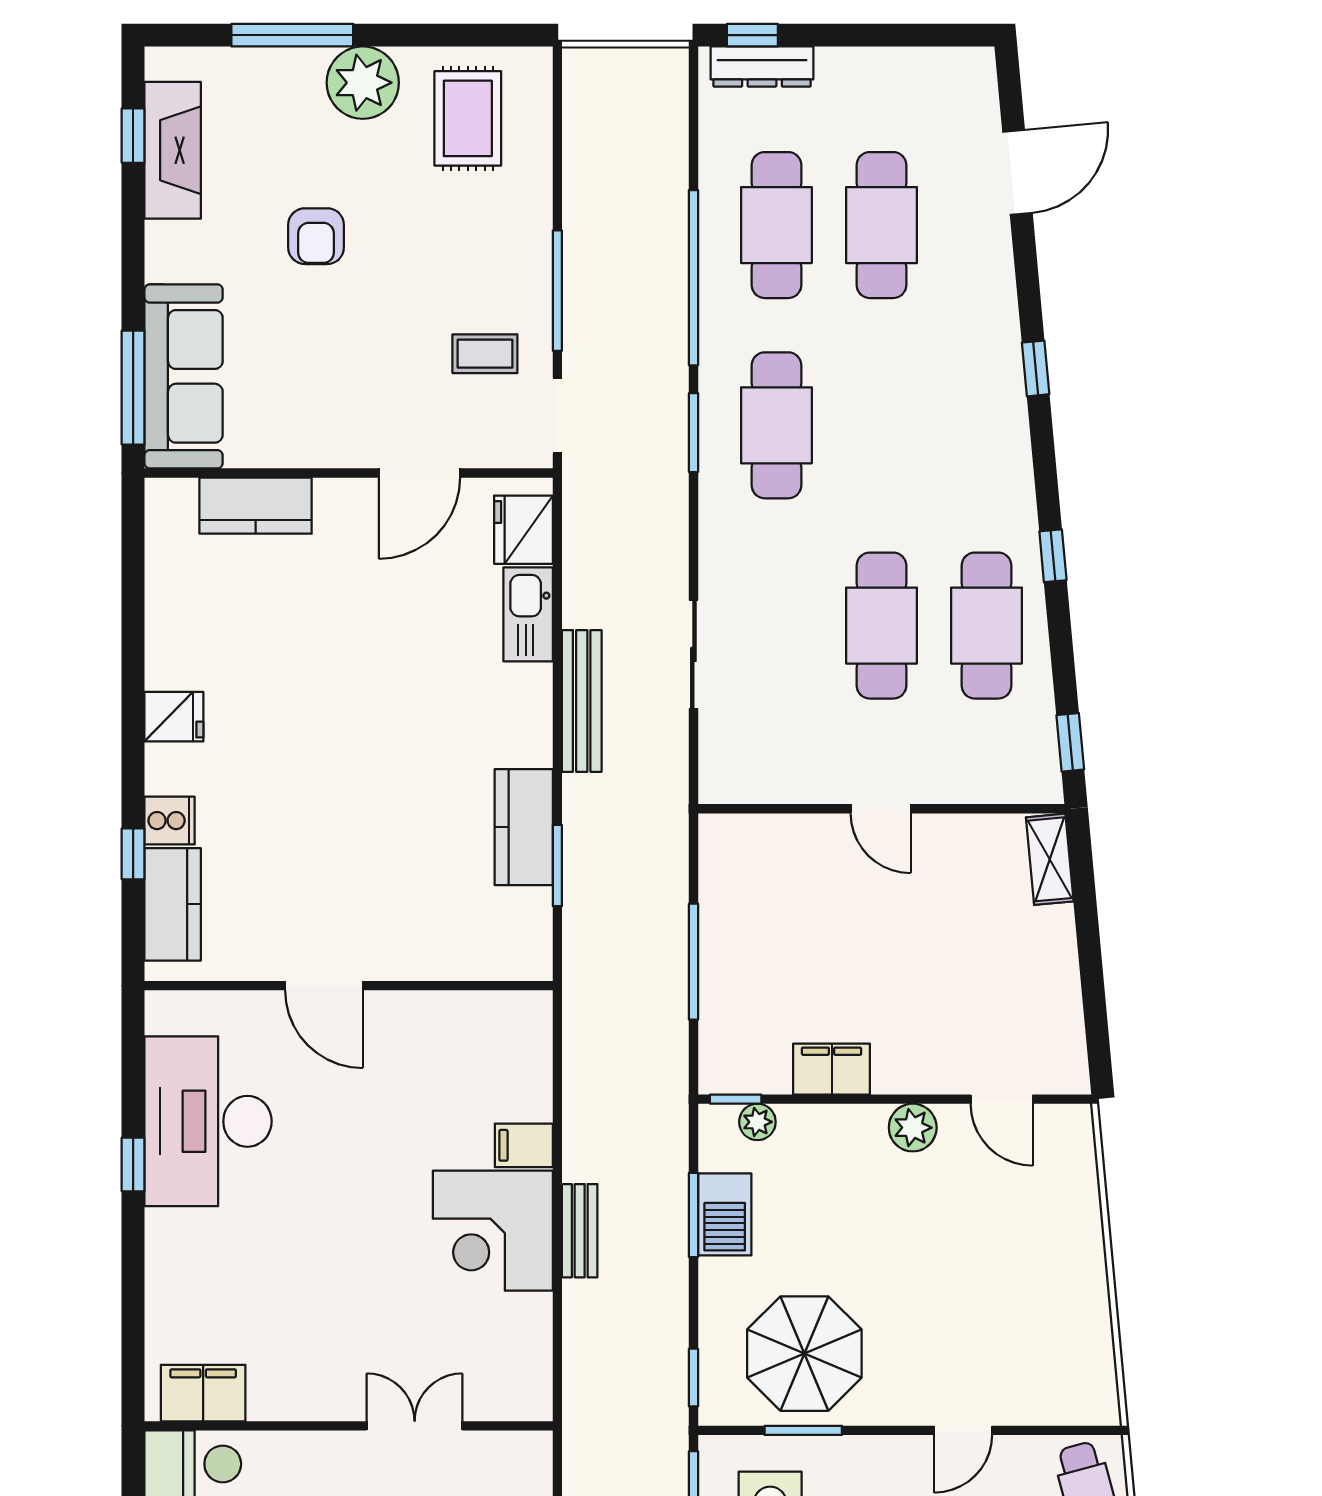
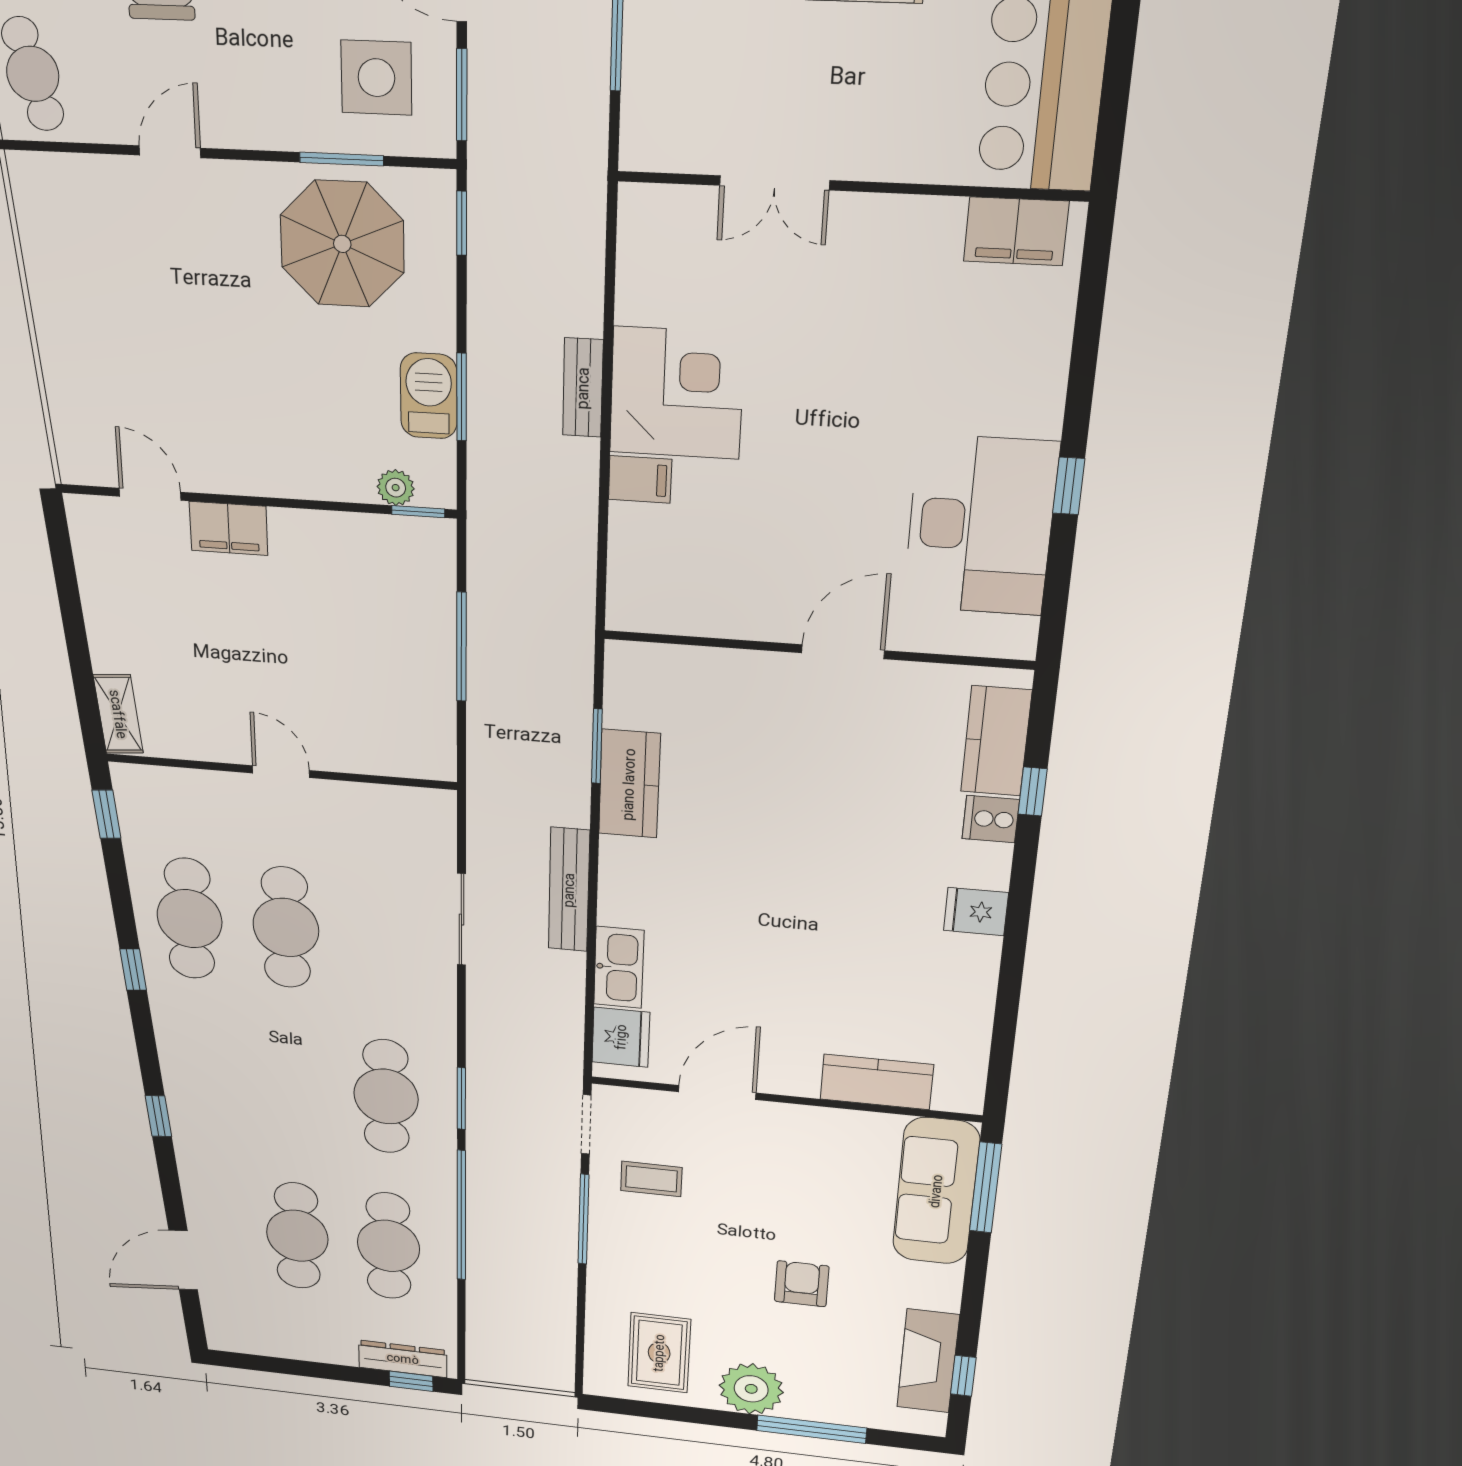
door: (324, 986) -> (843, 652), hinge flipped
filing cabinet: (832, 1069) -> (229, 528), moved
plant: (913, 1128) -> (238, 472), removed

